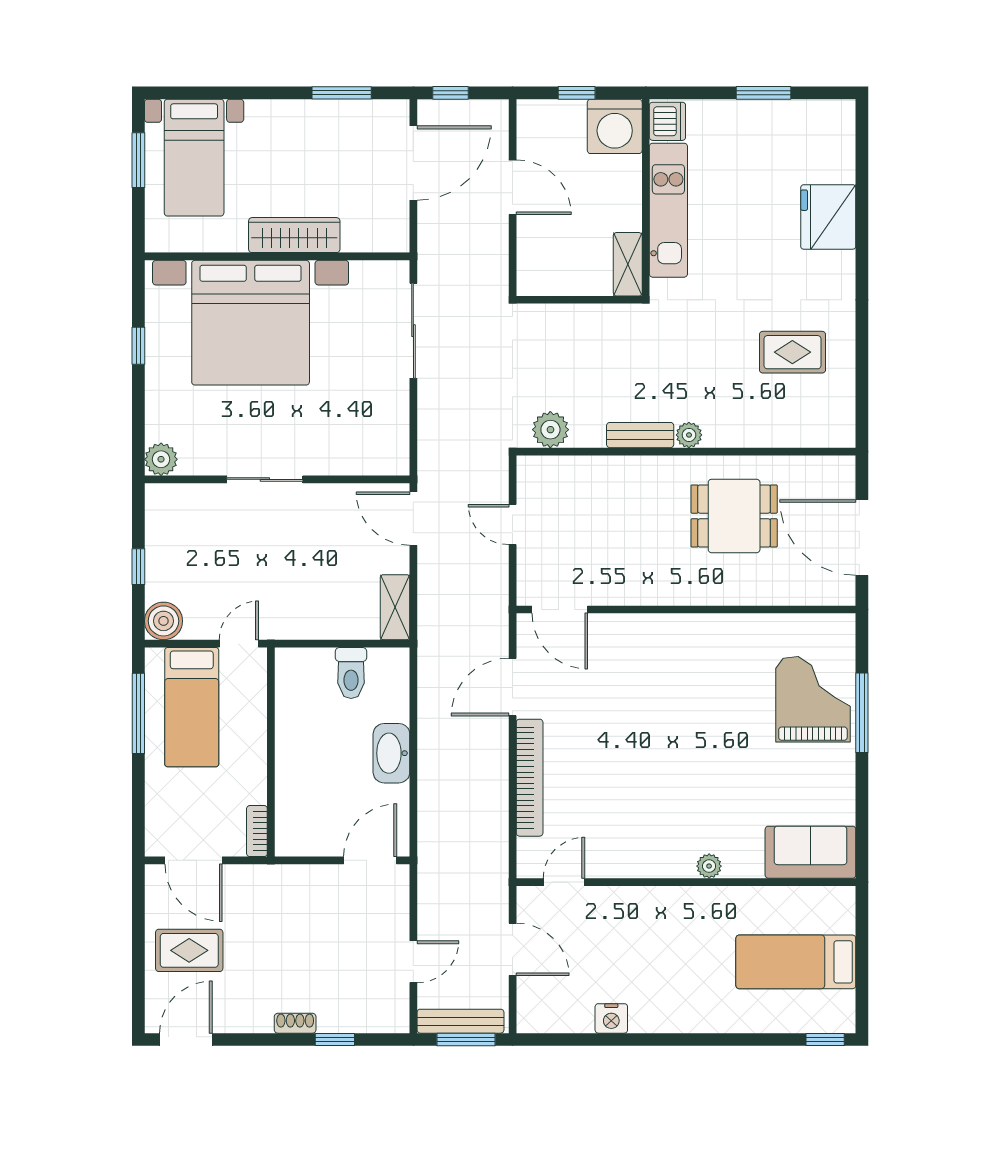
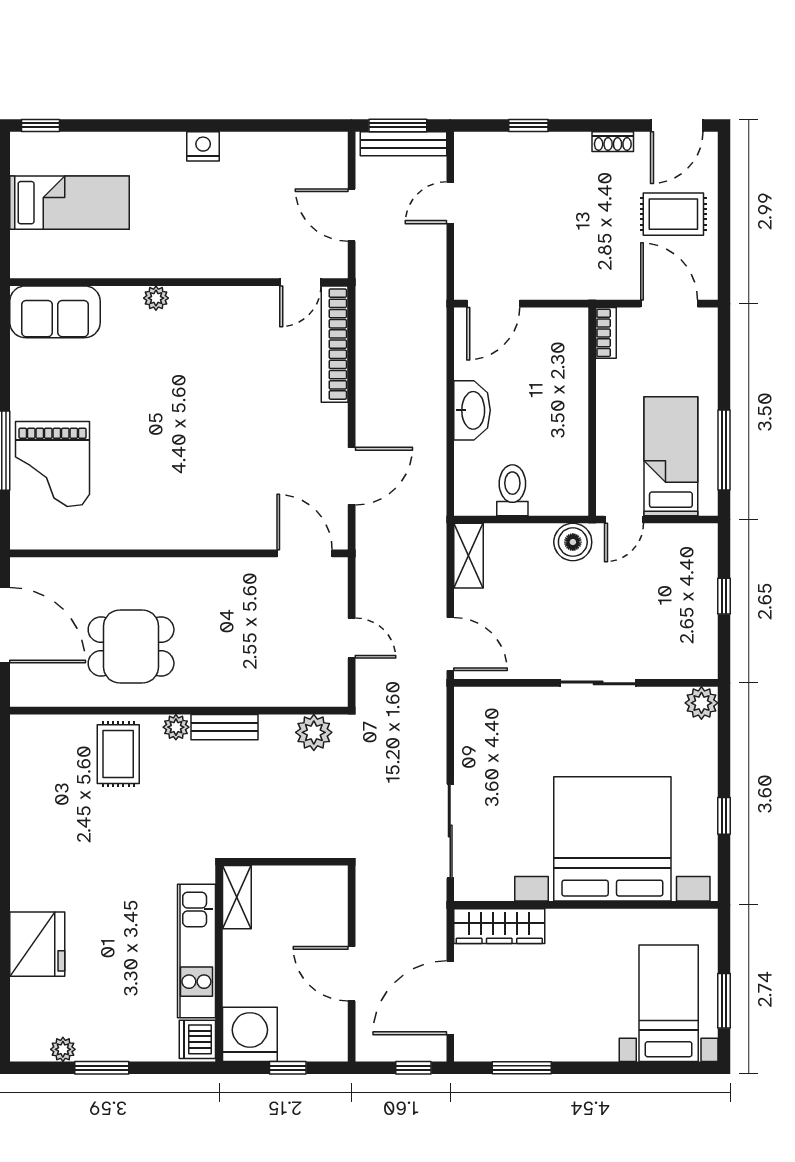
plant: (803, 111) -> (63, 1049), added
wardrobe: (294, 235) -> (499, 926), moved
rug: (792, 352) -> (118, 754), moved, turned 90
boiler: (163, 621) -> (573, 542), moved
bookcase: (530, 778) -> (335, 344), moved
nightstand: (611, 1018) -> (203, 146), moved
shoe rack: (295, 1023) -> (613, 142), moved

